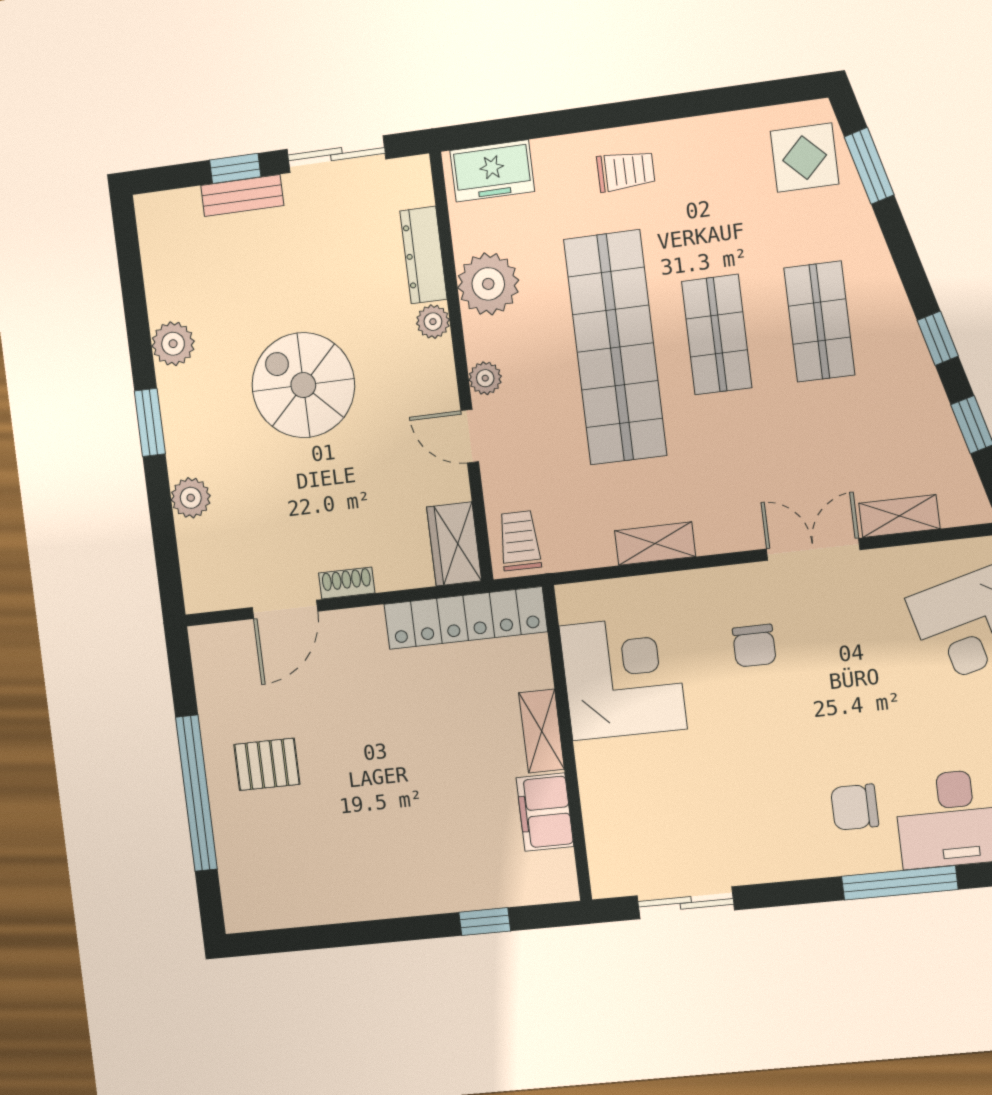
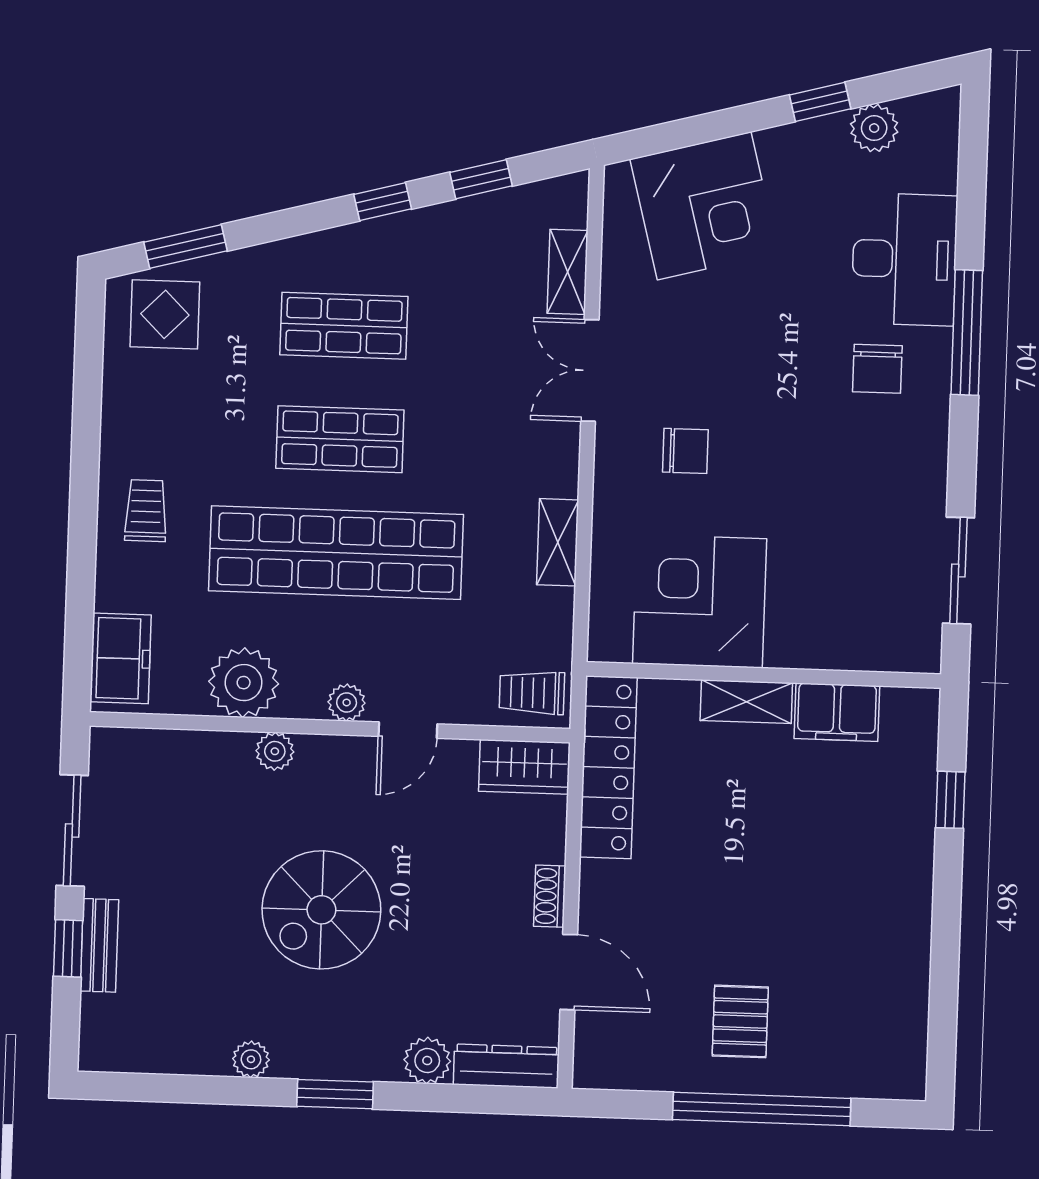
dresser: (424, 255) -> (506, 1066), moved, turned 180
plant: (173, 344) -> (251, 1059), width x0.73, depth x0.73

